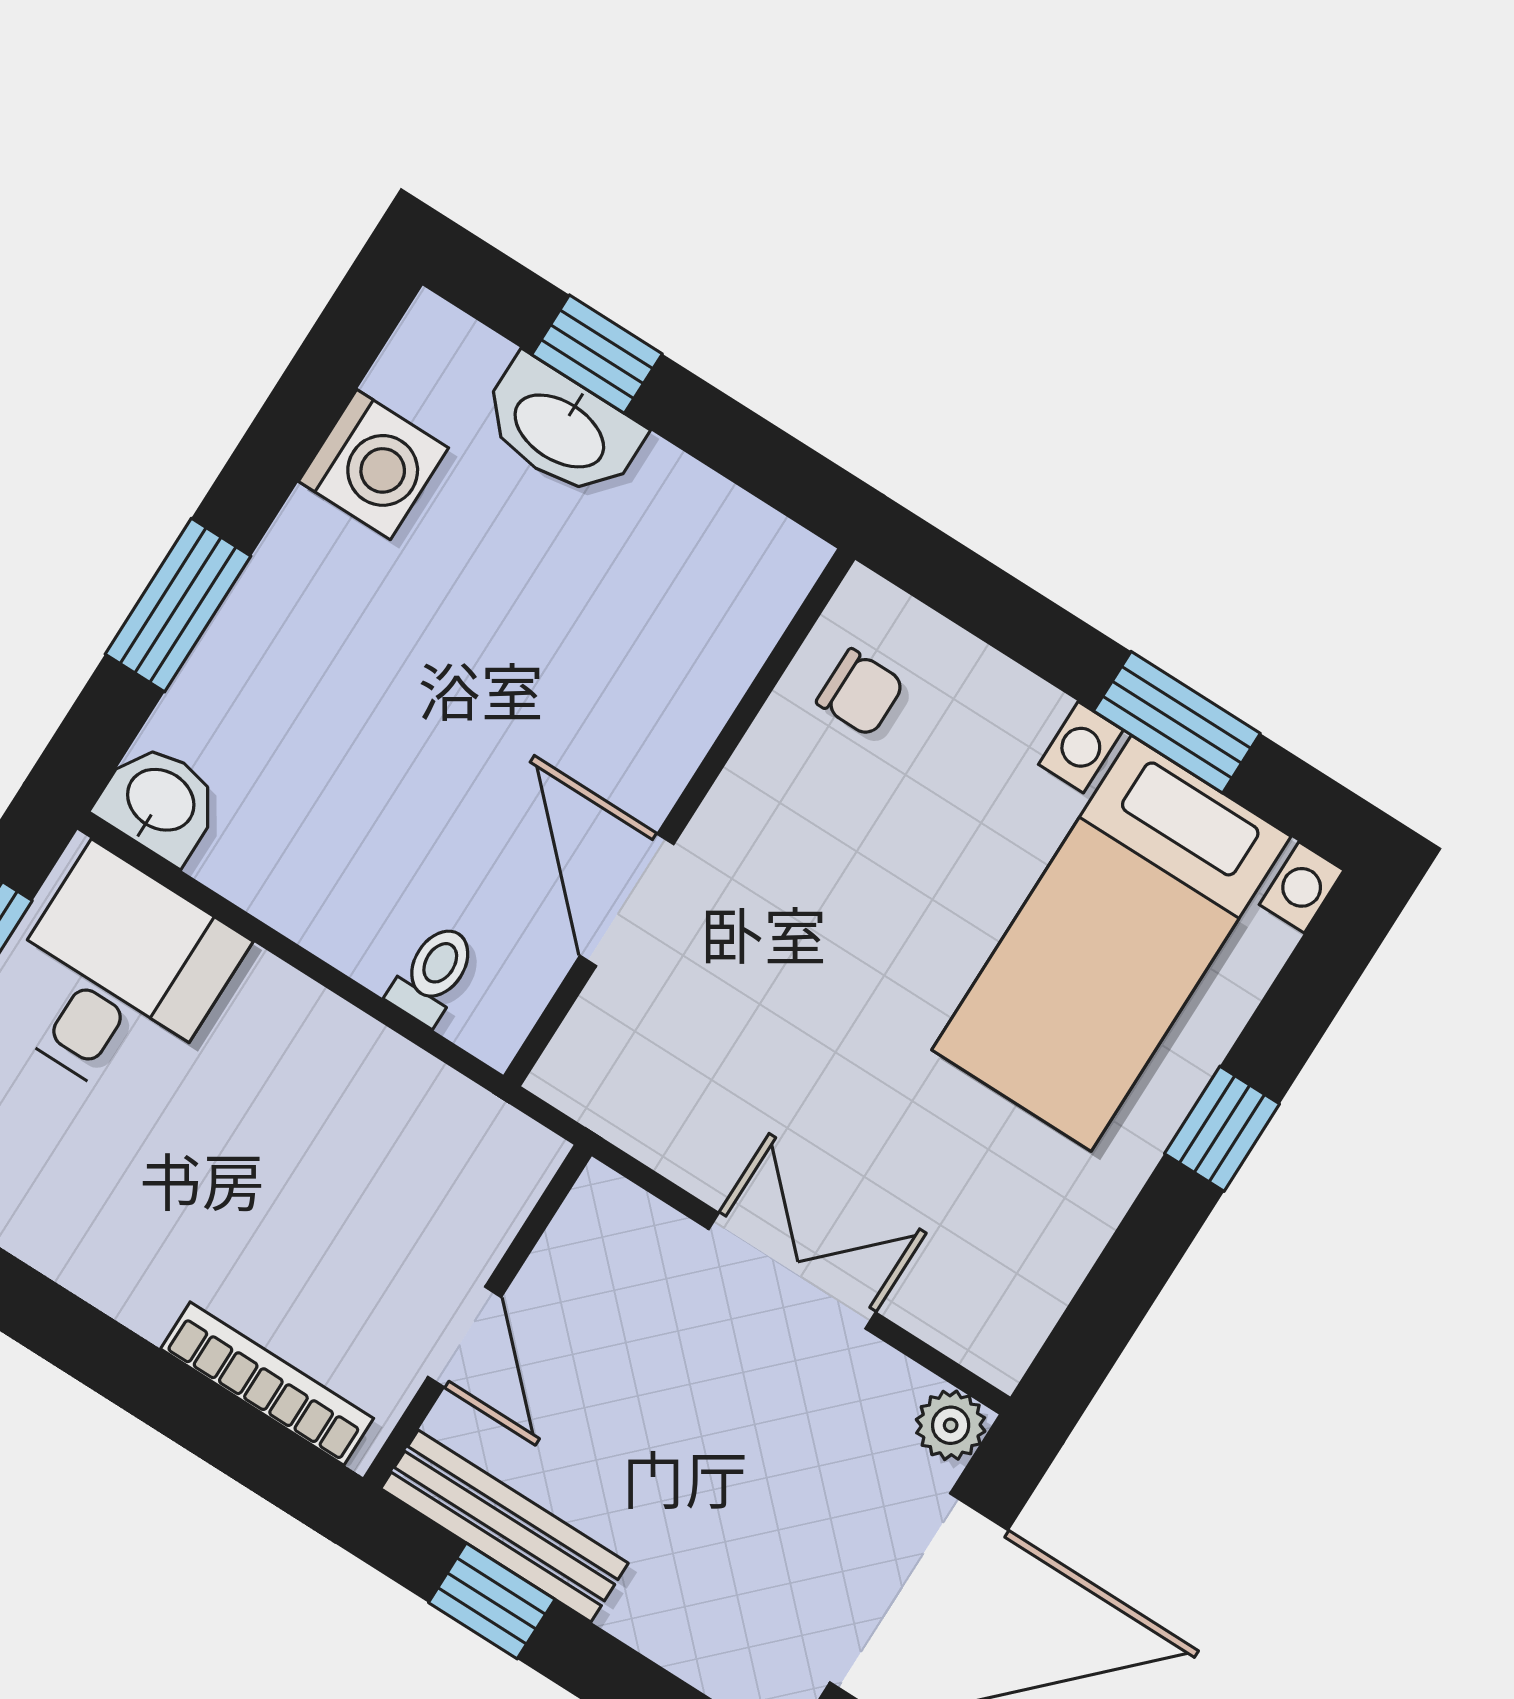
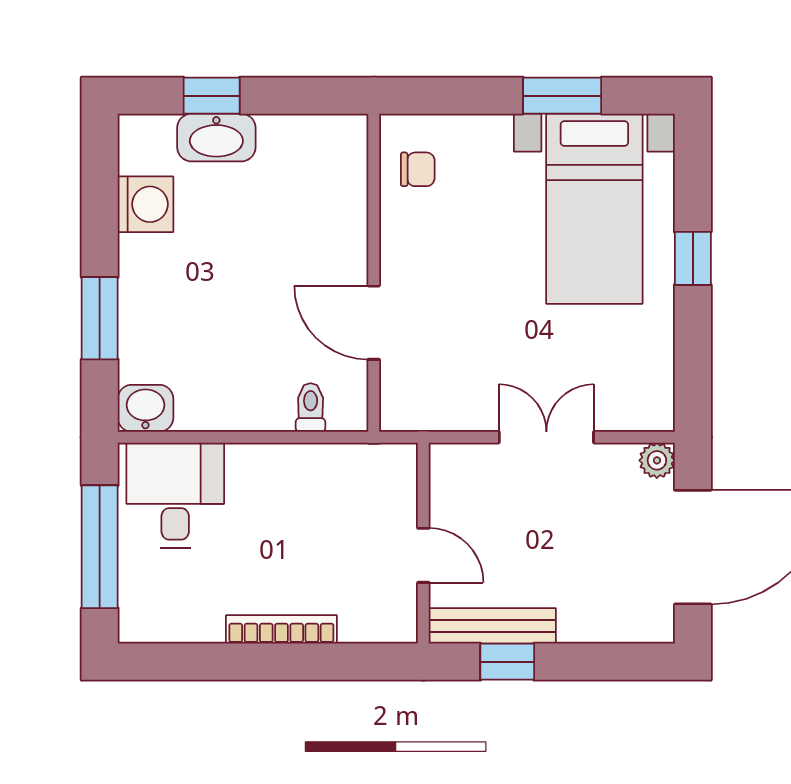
bookcase: (267, 1384) -> (281, 629), moved

